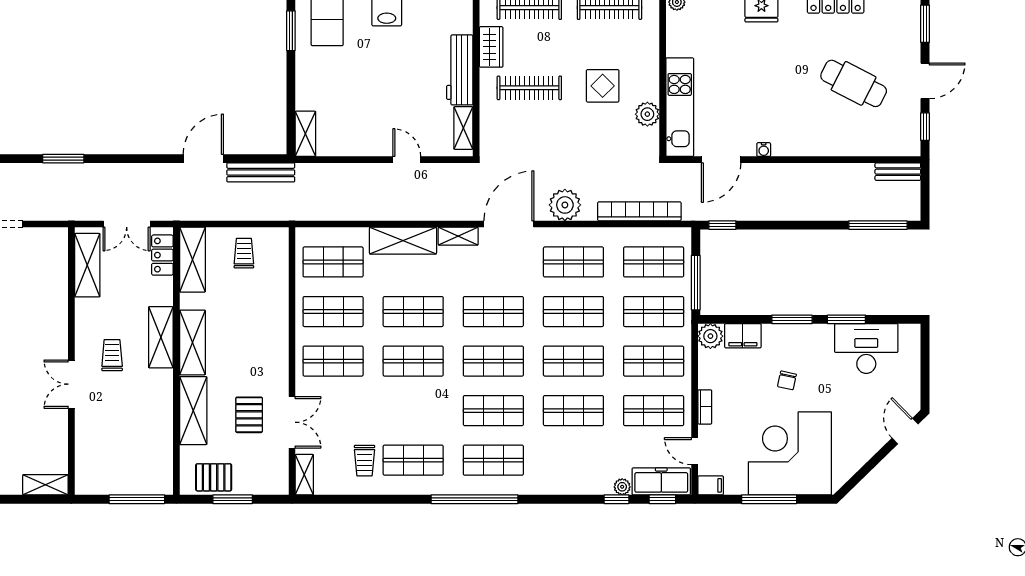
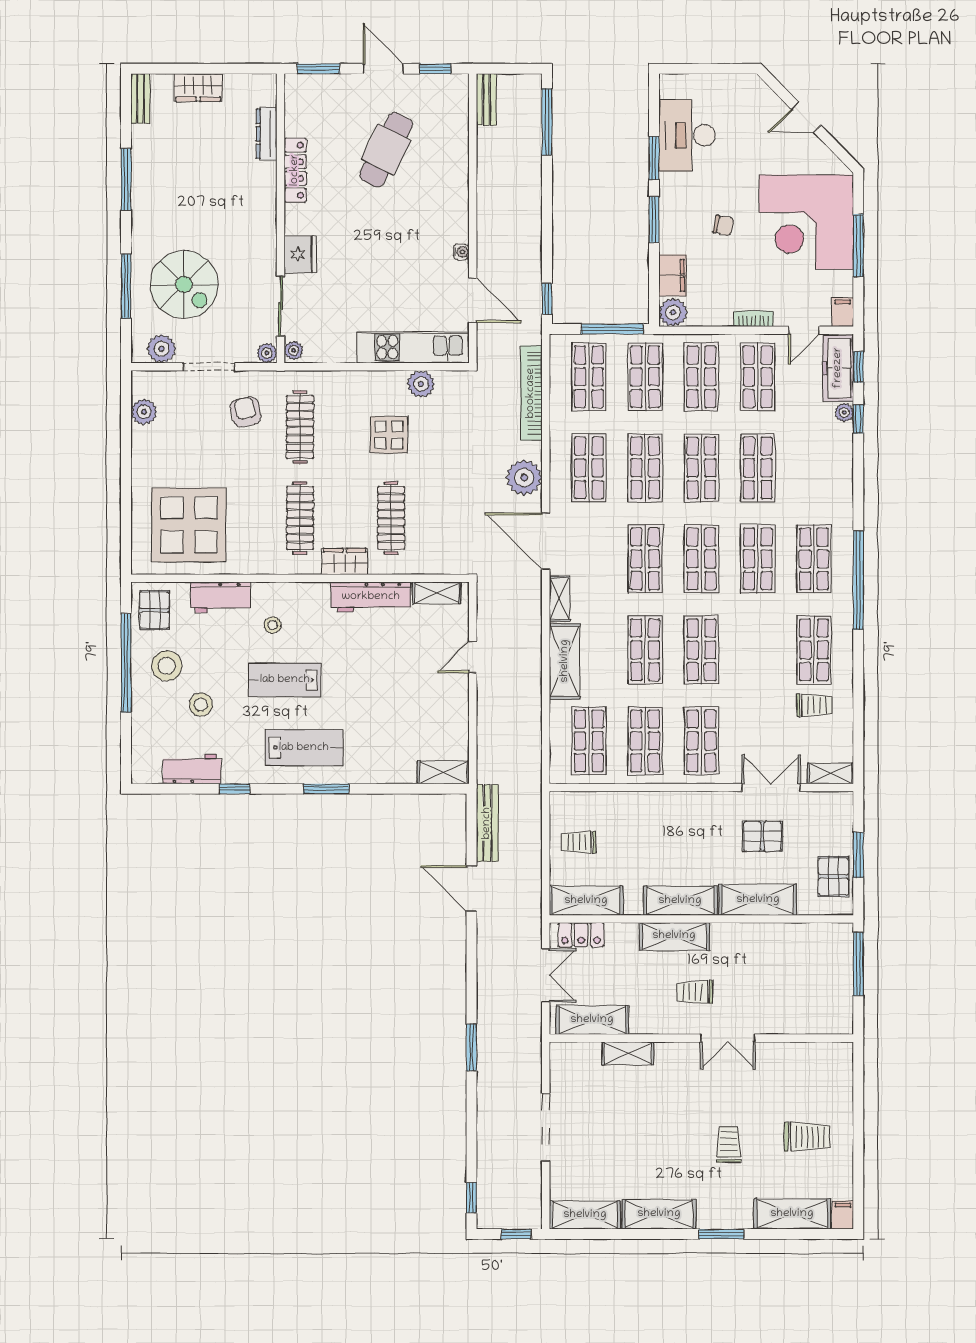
door: (905, 431) -> (806, 117), moved
shelving: (45, 485) -> (628, 1053), moved, turned 90

